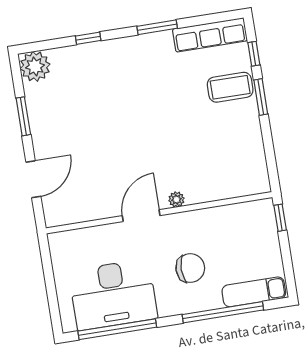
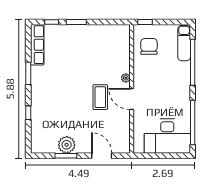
plant: (35, 66) -> (67, 145), moved
coffee table: (230, 87) -> (100, 97), moved
chair: (190, 268) -> (149, 46), moved
desk: (113, 295) -> (167, 136), moved, turned 90

